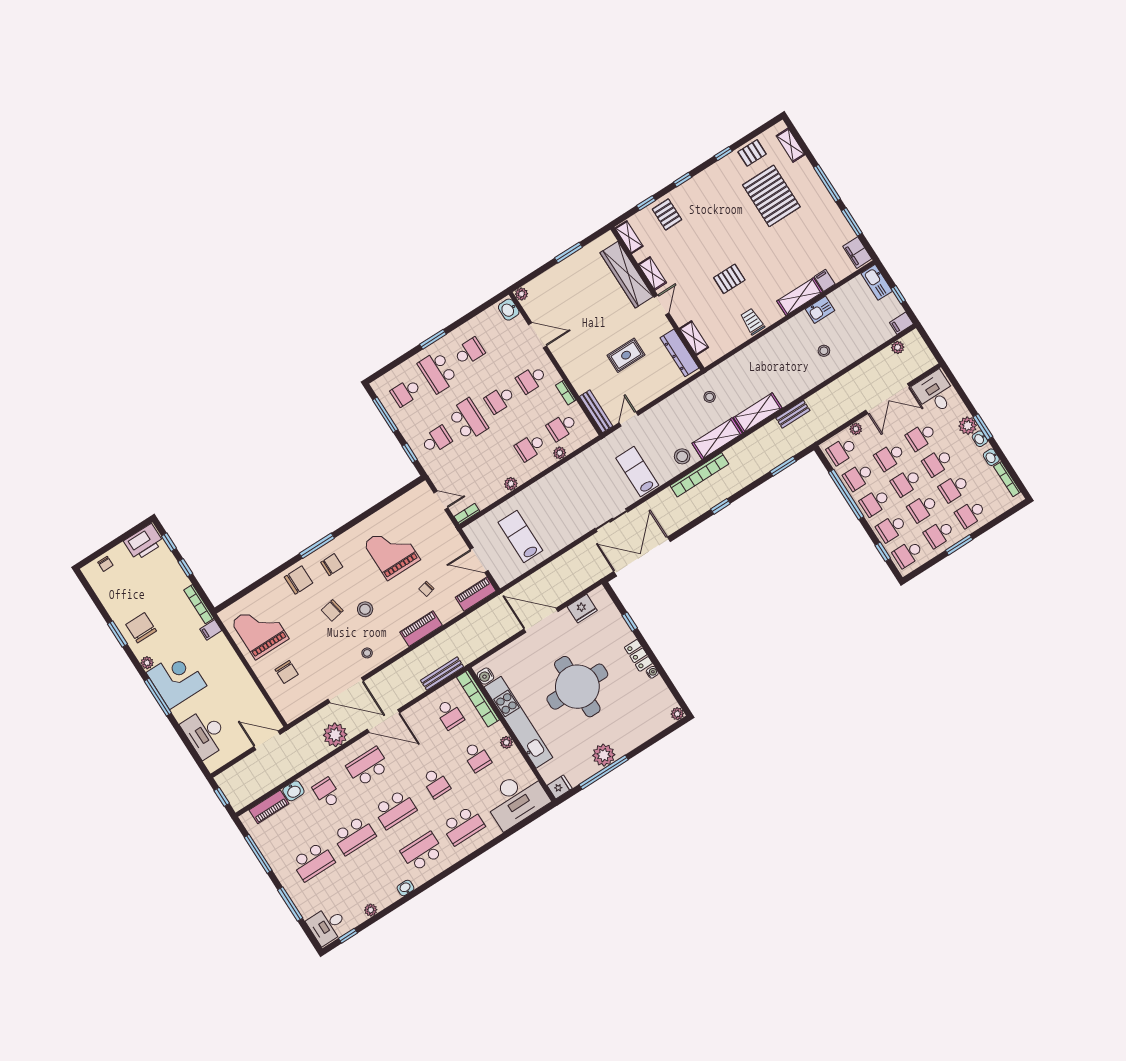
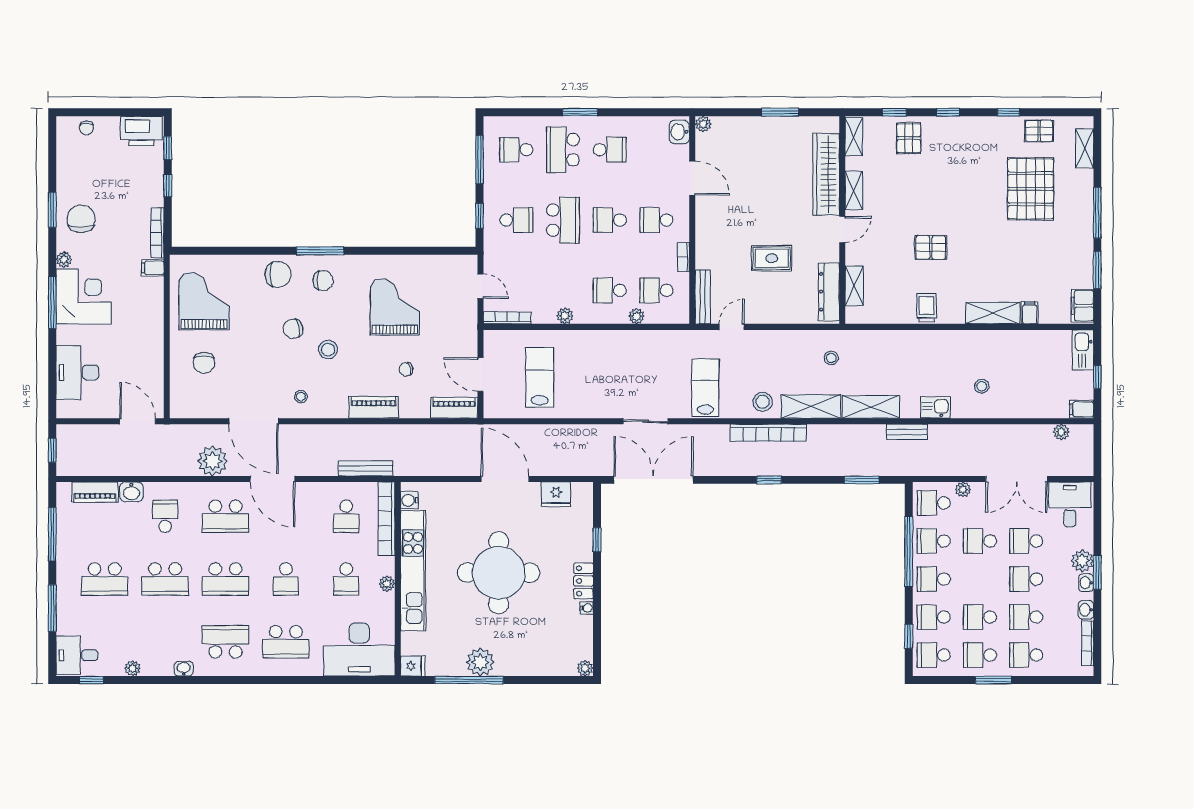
kitchen sink: (820, 310) -> (935, 407), moved, turned 180
school desk: (906, 482) -> (980, 579), removed
bookcase: (467, 514) -> (507, 318), width x1.56
school desk: (368, 767) -> (225, 516), turned 180

